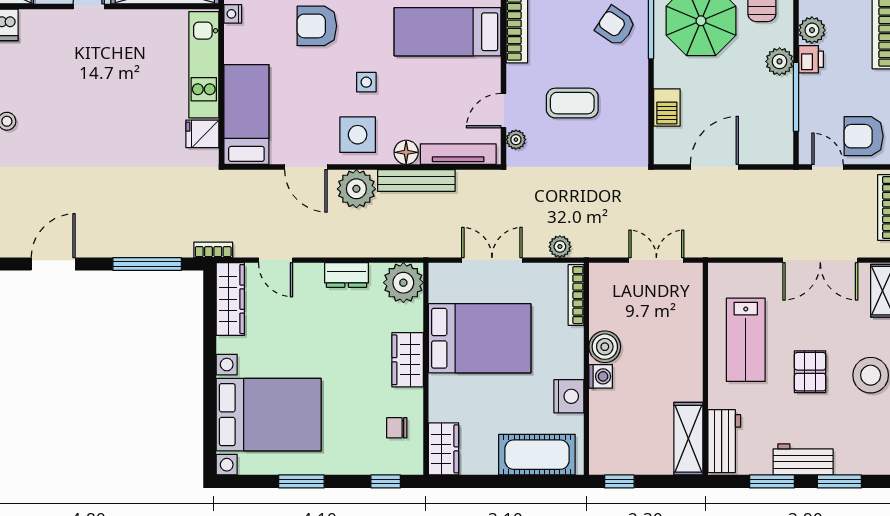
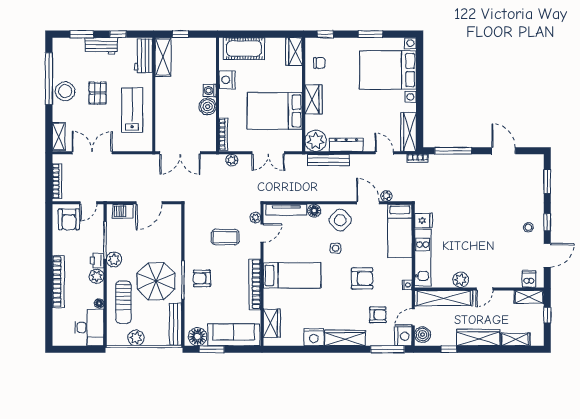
plant: (133, 24) -> (461, 280), added
armchair: (616, 26) -> (202, 278), turned 146
barbecue: (667, 107) -> (123, 211), moved, turned -90
side table: (358, 135) -> (340, 220), turned 45
armchair: (864, 136) -> (69, 219), turned 90
door: (828, 167) -> (88, 203), hinge flipped
bench: (416, 180) -> (328, 160), moved
plant: (356, 189) -> (386, 196), moved, width x0.53, depth x0.53
double door: (656, 260) -> (180, 153), width x1.37
door: (53, 264) -> (504, 151), swing flipped
dresser: (347, 275) -> (346, 145), width x1.44
window: (619, 481) -> (181, 34), moved
window: (772, 481) -> (118, 34), width x0.67

